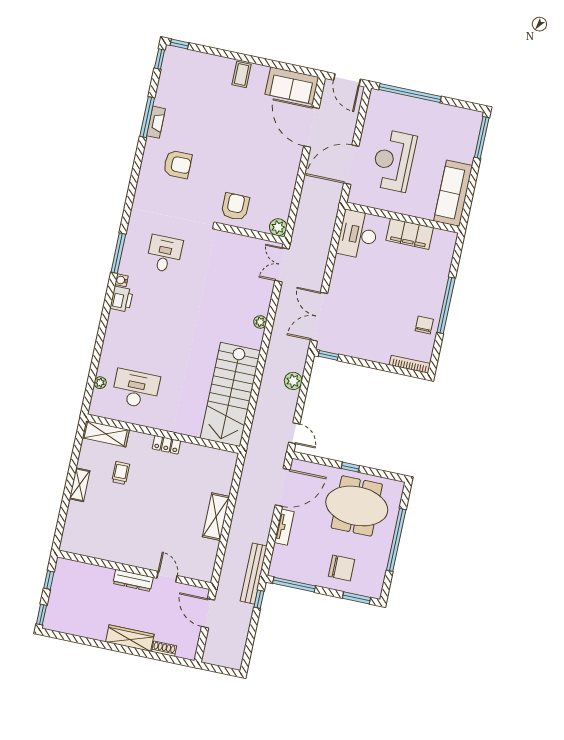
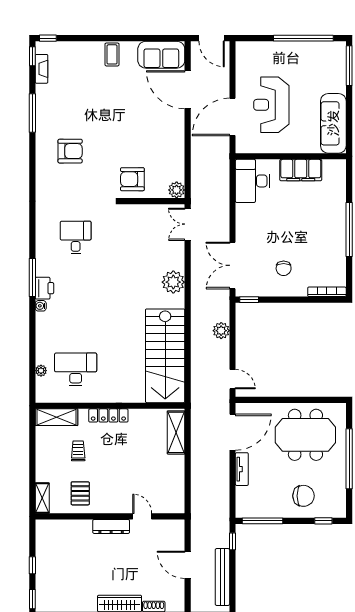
window: (410, 93) -> (303, 38), moved
fireplace: (156, 122) -> (42, 69), moved
armchair: (235, 207) -> (132, 179), turned -90
window: (118, 253) -> (32, 278), moved
water cooler: (122, 280) -> (41, 306), moved
plant: (260, 322) -> (173, 282), width x1.87, depth x1.87
chair: (424, 325) -> (284, 268), moved, turned 180
locker: (166, 445) -> (108, 415), width x1.53
window: (350, 467) -> (292, 400), removed
shelving: (80, 485) -> (42, 498), moved
pallet: (113, 517) -> (80, 493), added
shelving: (216, 517) -> (176, 432), moved
wall: (134, 570) -> (110, 516), moved
bench: (254, 574) -> (222, 577), moved
door: (167, 577) -> (142, 516), moved
dresser: (133, 580) -> (111, 526), moved
window: (356, 598) -> (323, 521), width x0.67

